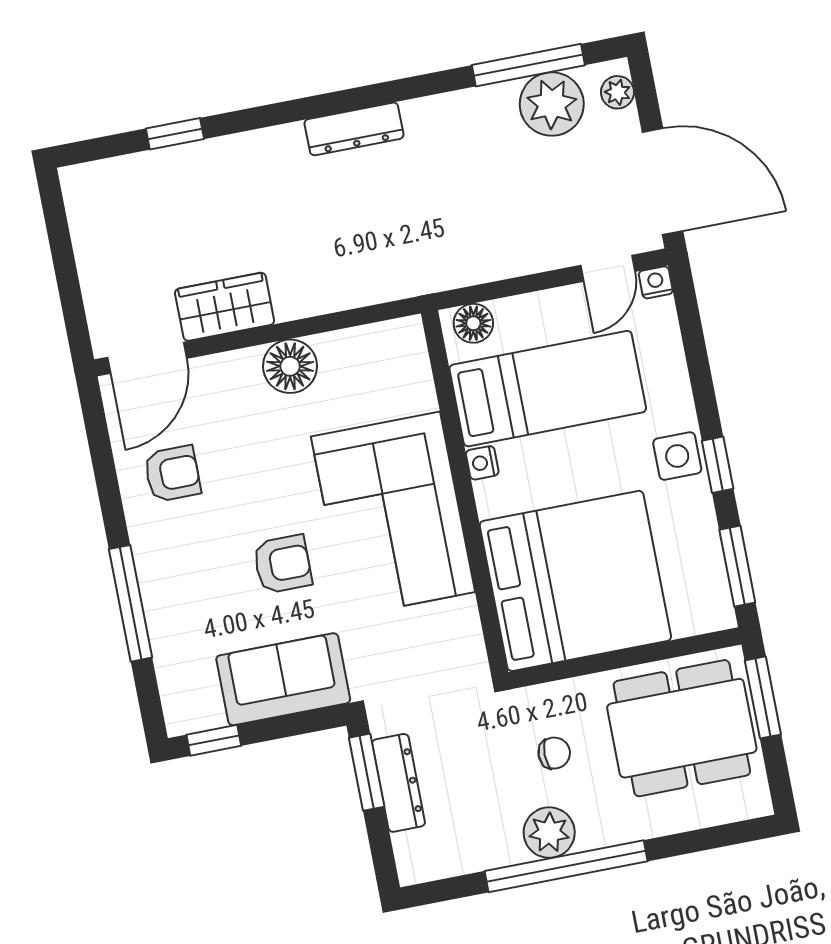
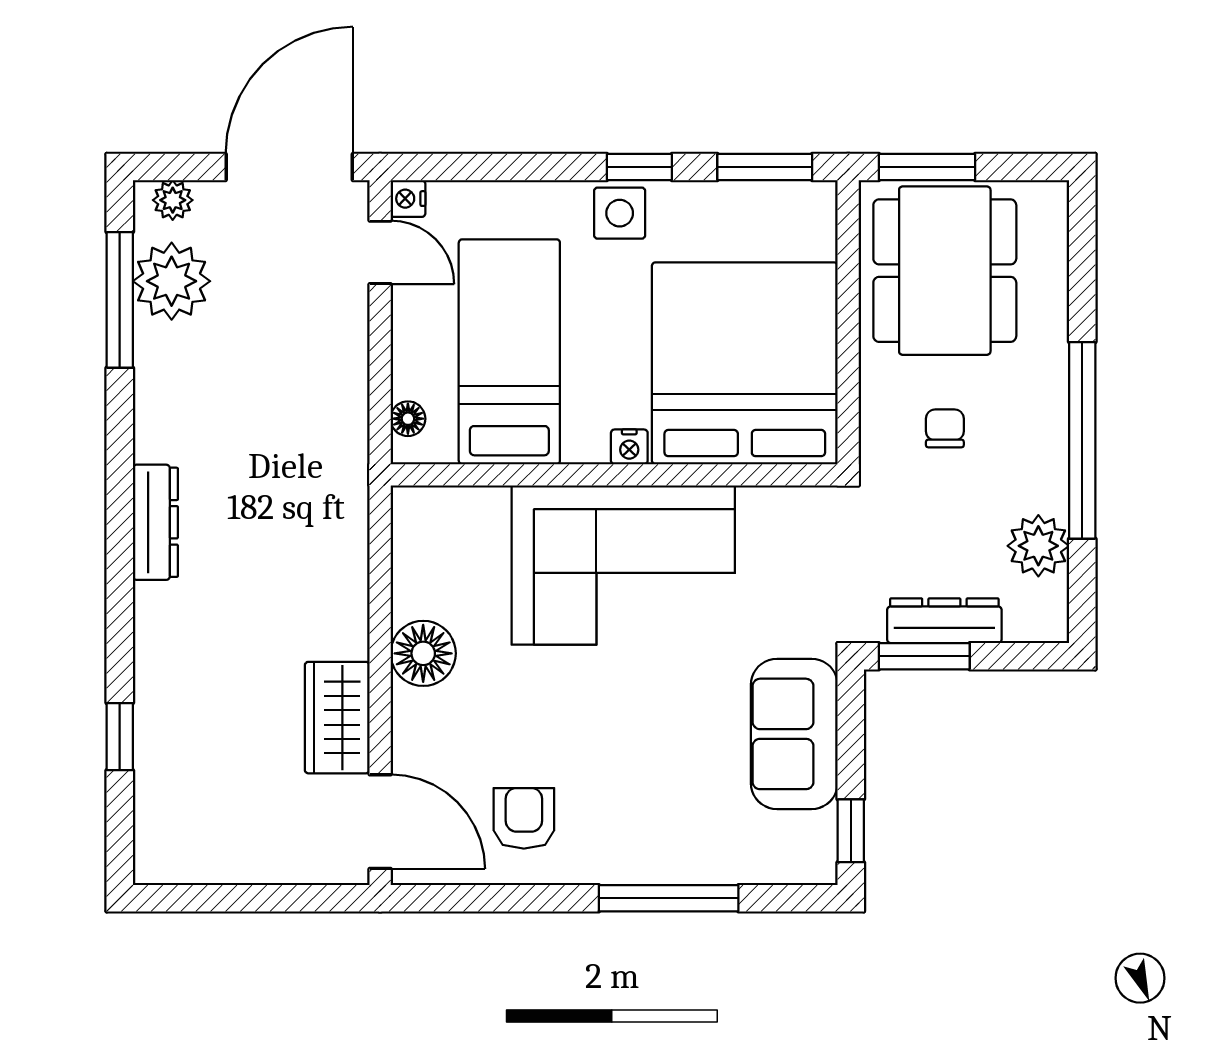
floor lamp: (473, 323) -> (408, 419), width x0.73, depth x0.73
nightstand: (482, 463) -> (629, 447), moved
armchair: (283, 564) -> (657, 708), removed
plant: (549, 833) -> (1038, 546), moved

